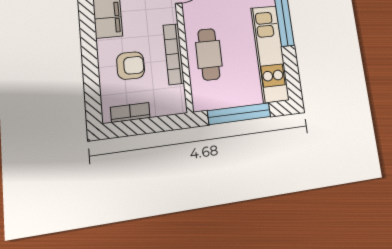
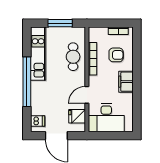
armchair: (131, 66) -> (116, 55), turned 180
window: (239, 114) -> (60, 23), width x0.69

